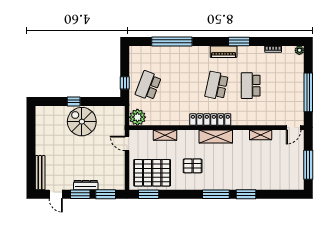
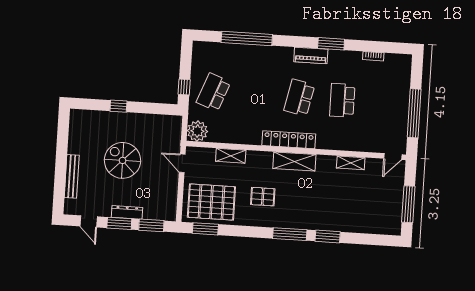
plant: (299, 50) -> (406, 60), removed
spiral stairs: (82, 122) -> (122, 160), moved
bench: (40, 173) -> (72, 176), moved

